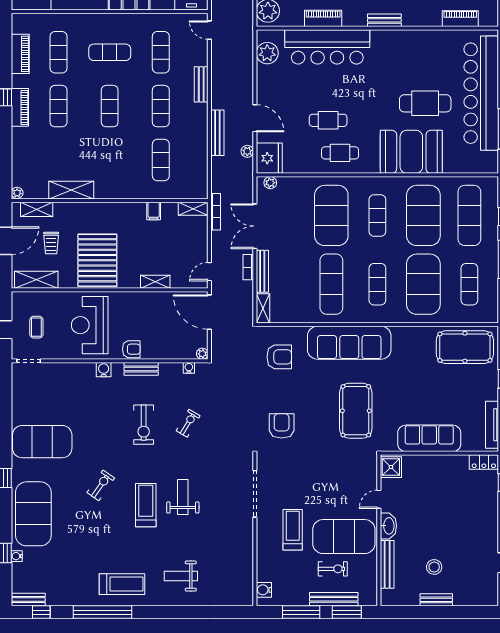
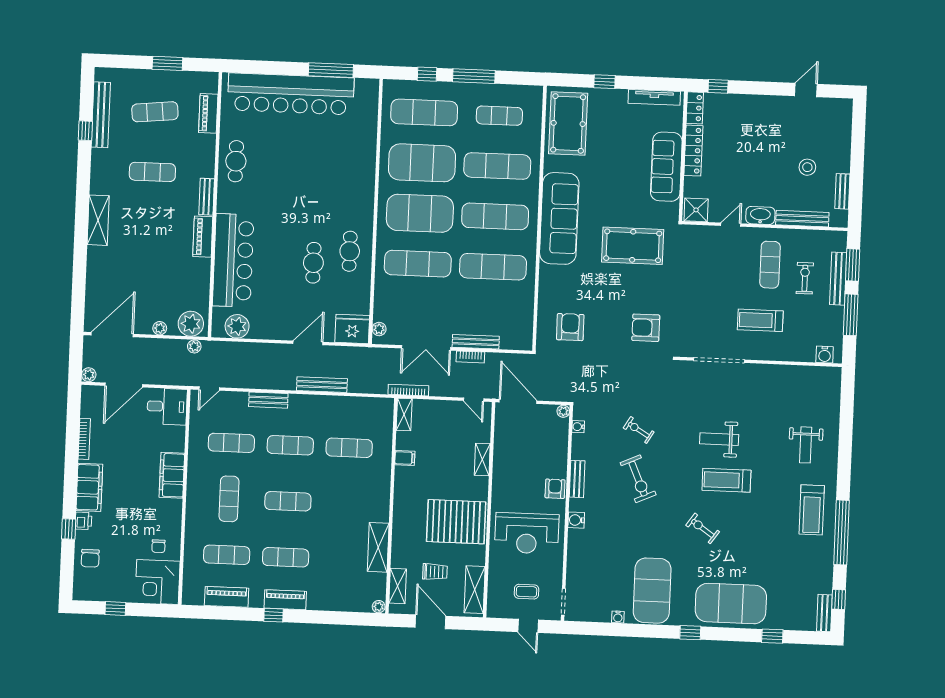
piano: (323, 18) -> (203, 237), moved
cafe table: (425, 103) -> (236, 161), moved, width x0.73, depth x0.74
plant: (247, 151) -> (194, 346), moved
booth: (411, 152) -> (352, 173), removed
exercise mat: (331, 215) -> (418, 264), width x0.68
exercise mat: (377, 215) -> (420, 213), width x2.00, depth x1.45
exercise mat: (377, 284) -> (495, 216), width x1.36, depth x1.45
exercise mat: (423, 284) -> (497, 166), width x0.68
shelving: (263, 308) -> (516, 343), removed
door: (209, 312) -> (518, 401), swing flipped
sofa: (349, 343) -> (559, 218), moved
exercise bike: (144, 425) -> (638, 479), turned 66
locker: (445, 462) -> (693, 151), added
door: (379, 499) -> (731, 225), swing flipped
exercise mat: (344, 537) -> (770, 265), width x0.50, depth x0.69
water cooler: (17, 556) -> (618, 617), moved
treadmill: (122, 584) -> (812, 510), turned 180
bench: (436, 600) -> (842, 191), moved

